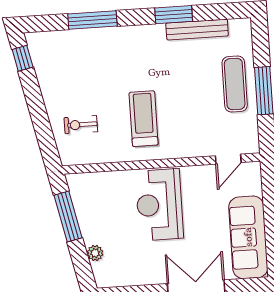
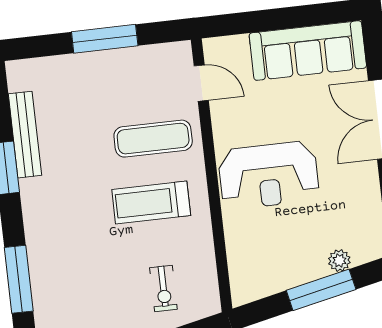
exercise mat: (235, 84) -> (153, 139), moved
window: (68, 217) -> (321, 290), moved

